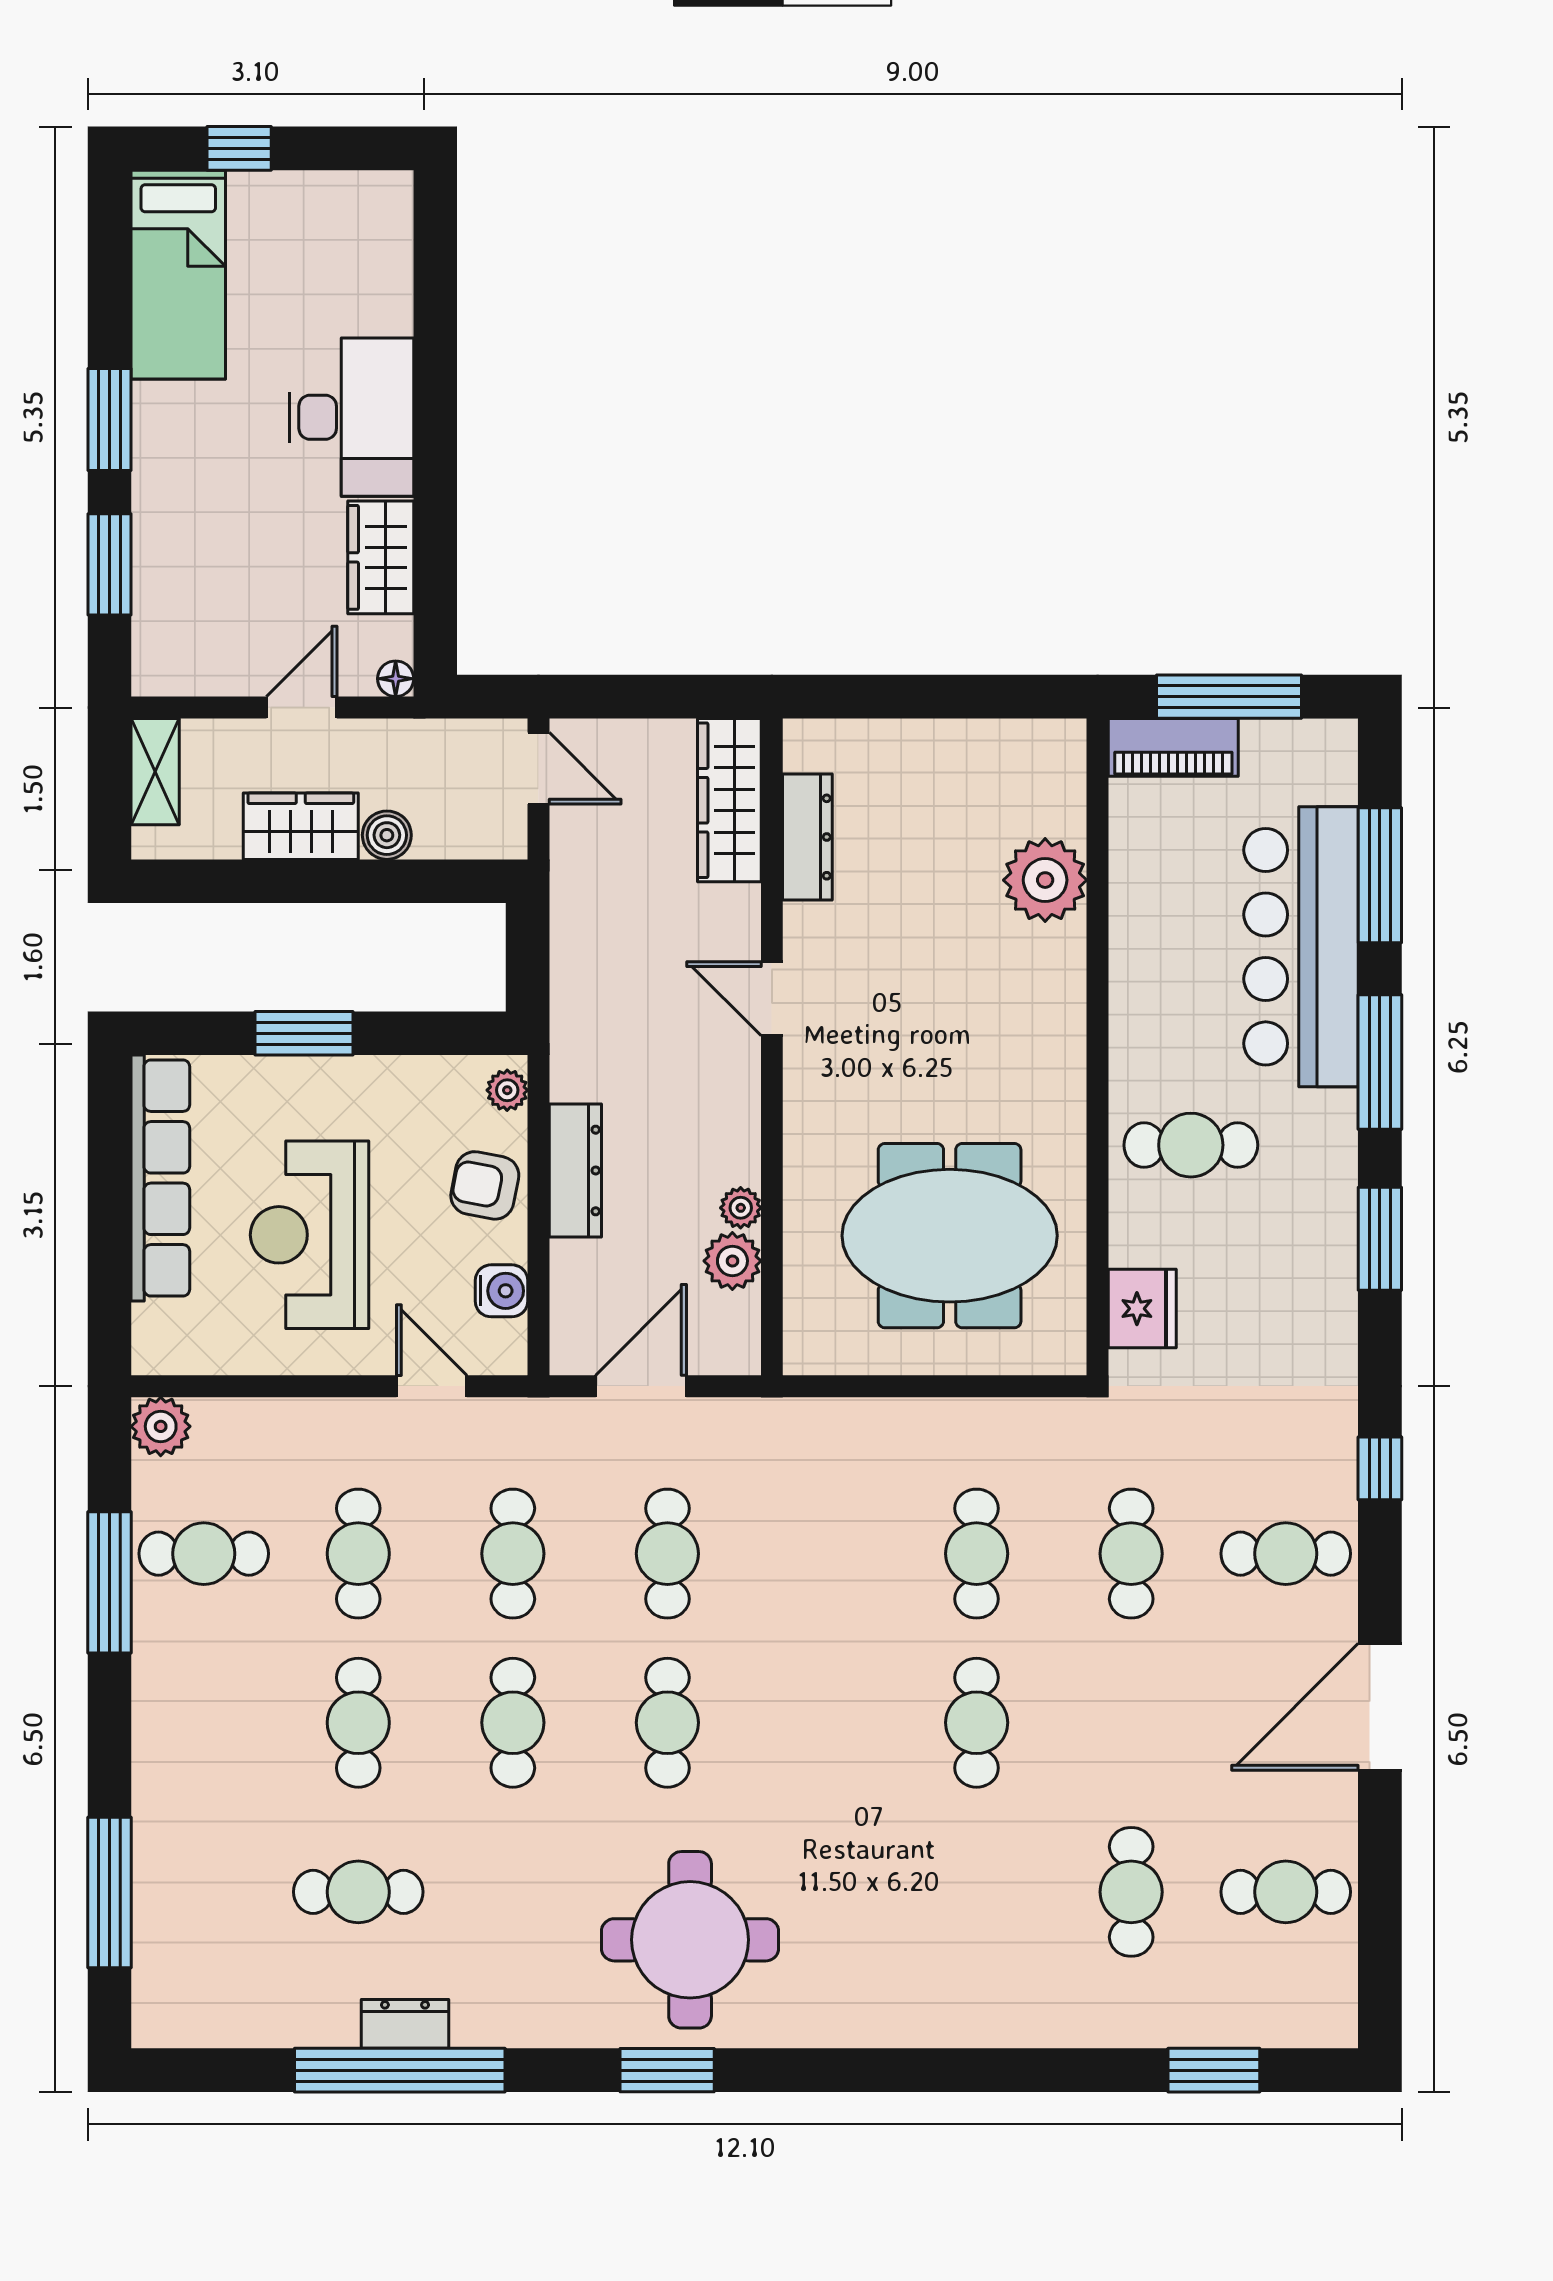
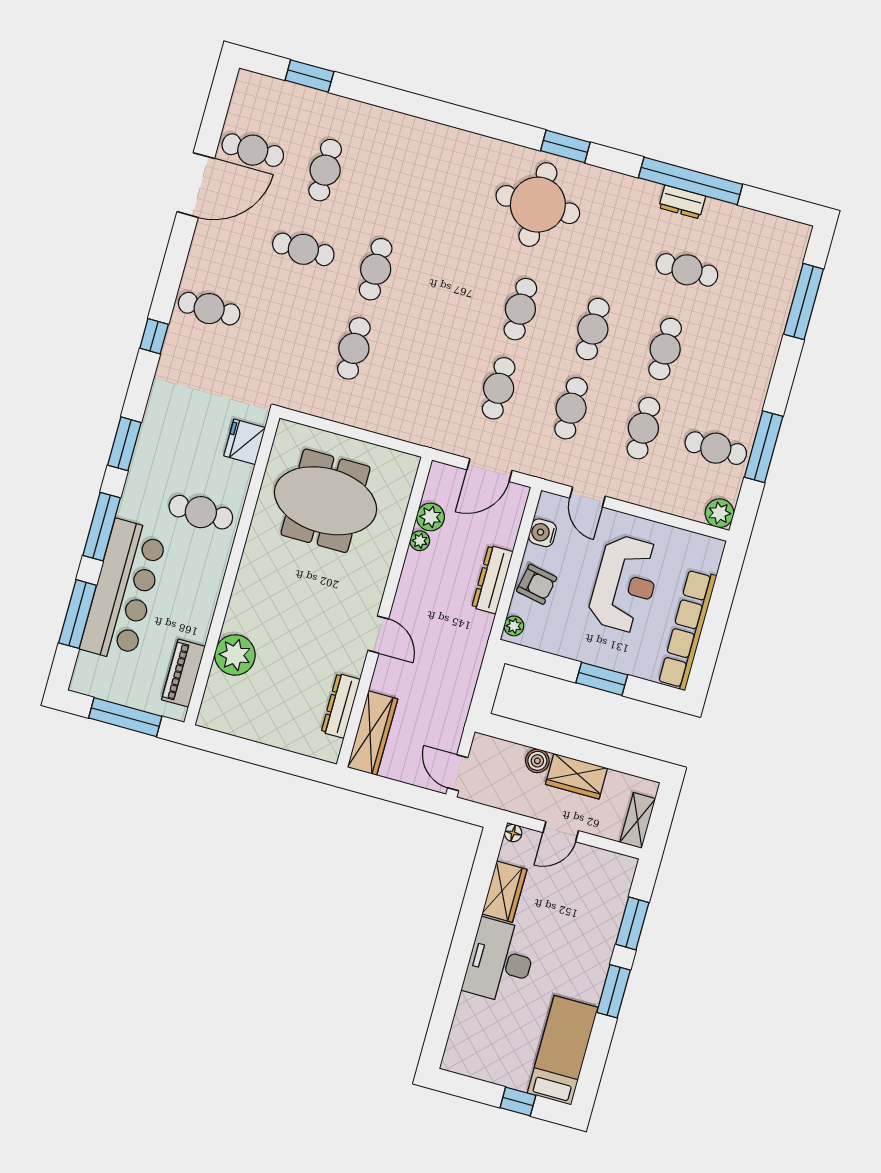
piano: (1173, 747) -> (183, 673), moved, turned -90
cafe table: (1131, 1554) -> (303, 249), moved, turned 90
door: (1380, 1707) -> (196, 185), moved

